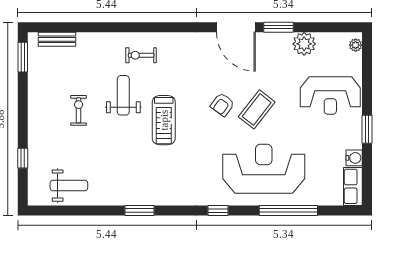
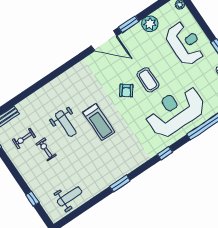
exercise bike: (141, 55) -> (24, 138), moved
weight bench: (123, 95) -> (66, 124), turned 180
reception desk: (330, 95) -> (185, 43), turned -90
coffee table: (257, 109) -> (148, 80), turned -38

